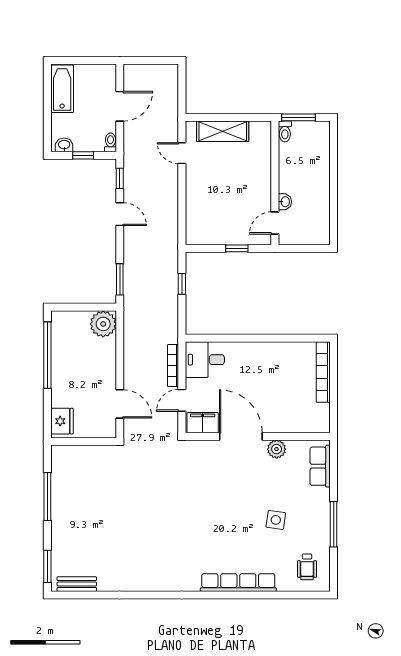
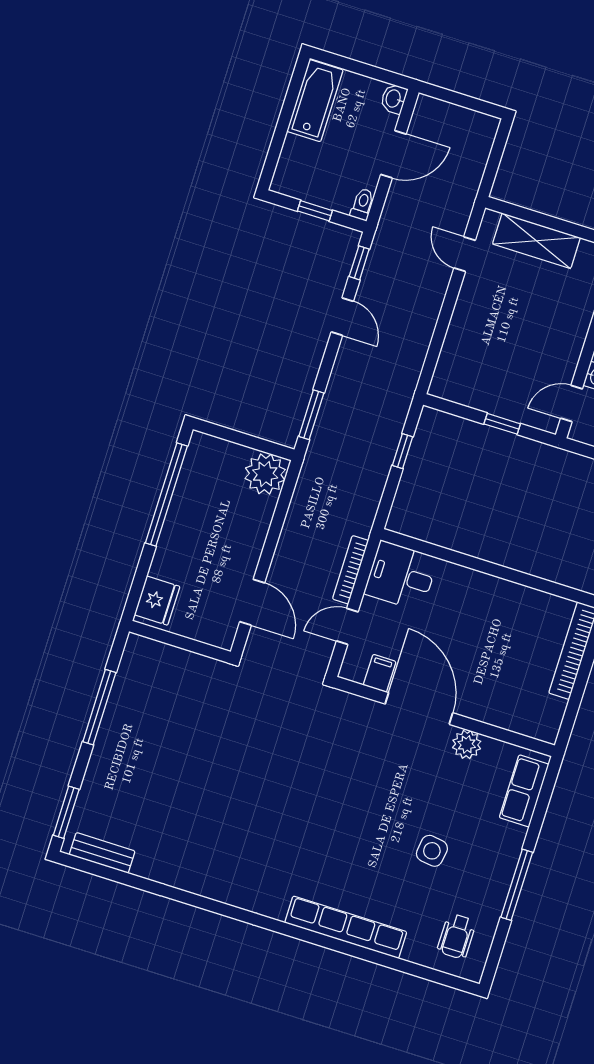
washbasin: (64, 145) -> (394, 99), moved, turned -90
filing cabinet: (203, 423) -> (380, 673), width x0.50

